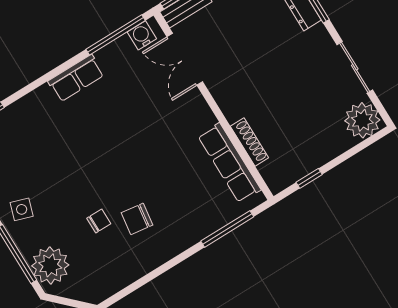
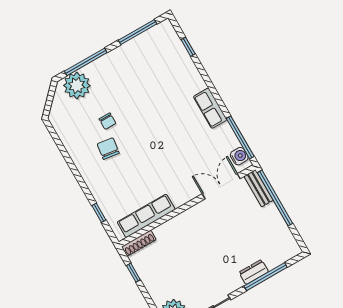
shoe rack: (249, 142) -> (139, 243), moved
side table: (22, 209) -> (118, 66), removed
window: (227, 229) -> (99, 213), width x0.46

